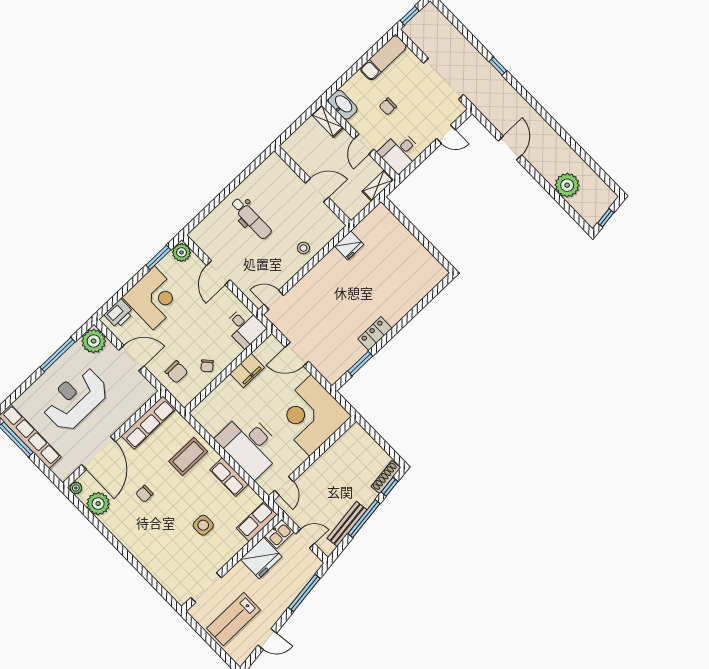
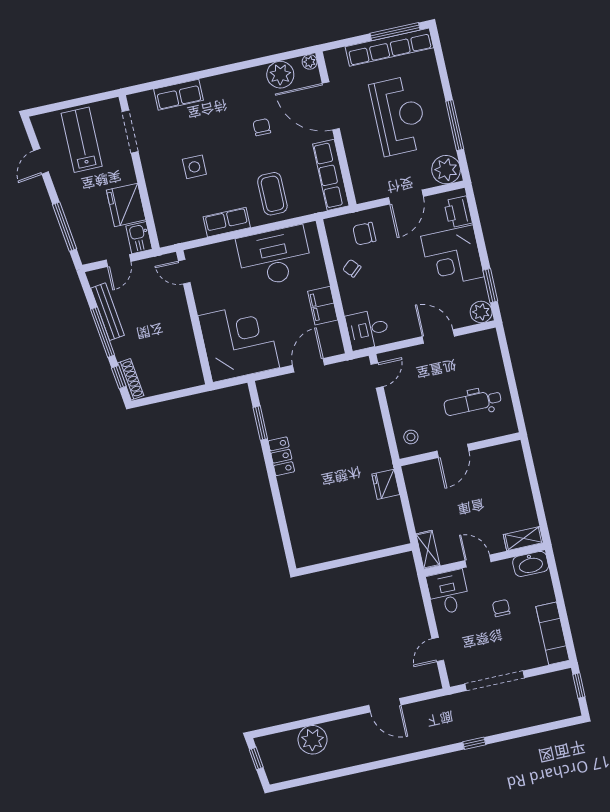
wall: (313, 186) -> (460, 449), moved
door: (317, 190) -> (453, 451), moved
desk: (250, 445) -> (274, 256), moved
row of seats: (257, 521) -> (178, 95), moved, turned 90

